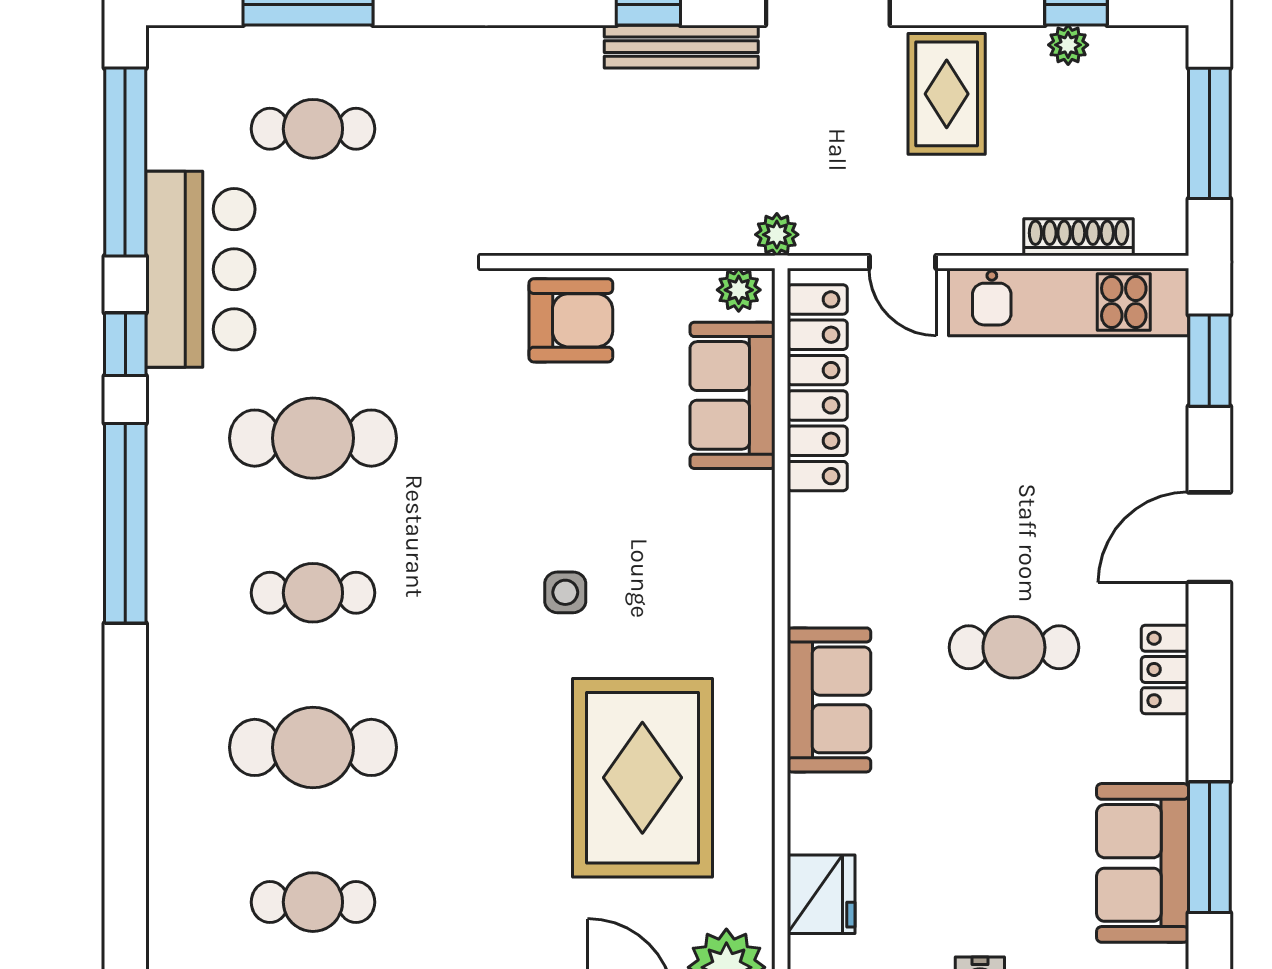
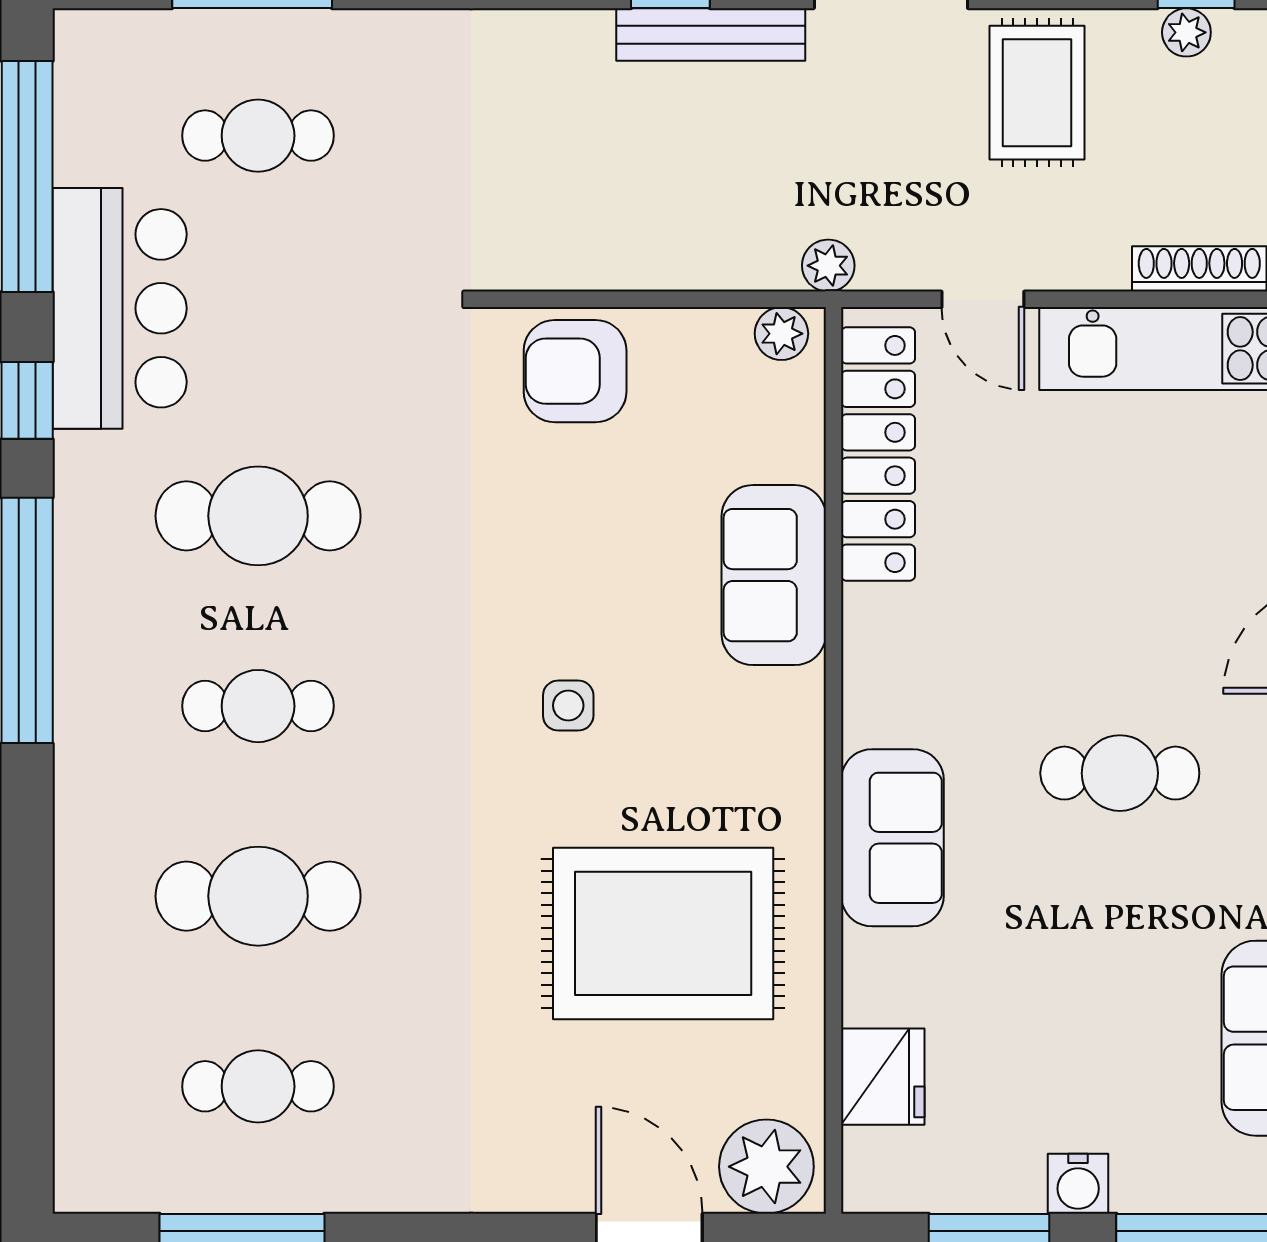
armchair: (571, 320) -> (575, 371), turned 180
sofa: (732, 395) -> (774, 575), moved
rug: (642, 778) -> (663, 933), turned 90

